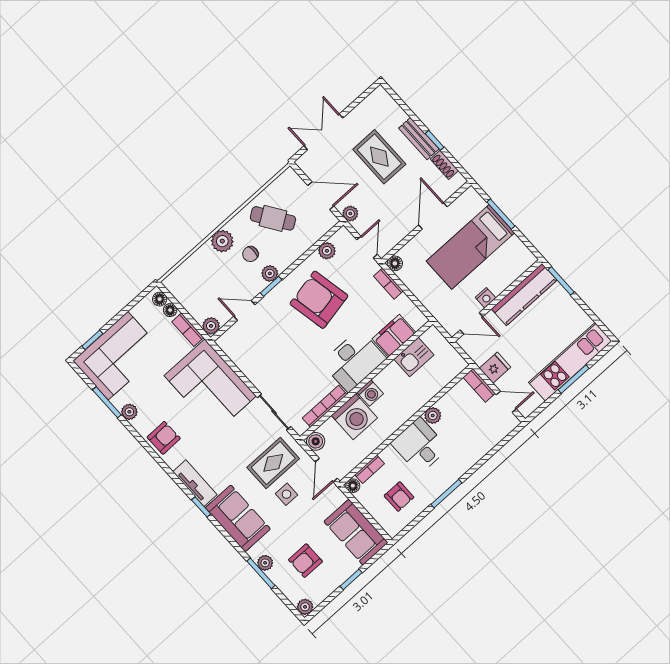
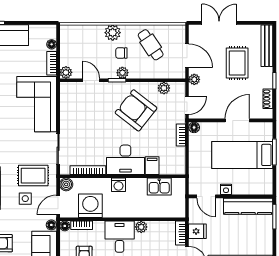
bench: (419, 139) -> (267, 46), moved, width x1.36
floor lamp: (160, 299) -> (51, 225), moved
armchair: (319, 300) -> (136, 110), turned -41
filing cabinet: (394, 336) -> (152, 166), width x0.50
washing machine: (354, 417) -> (90, 206), moved, turned 180

